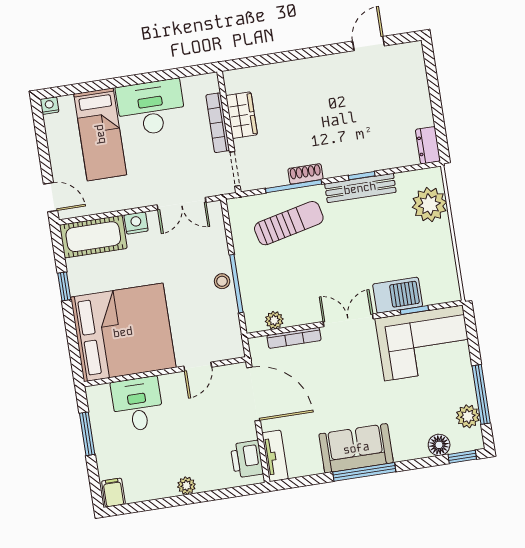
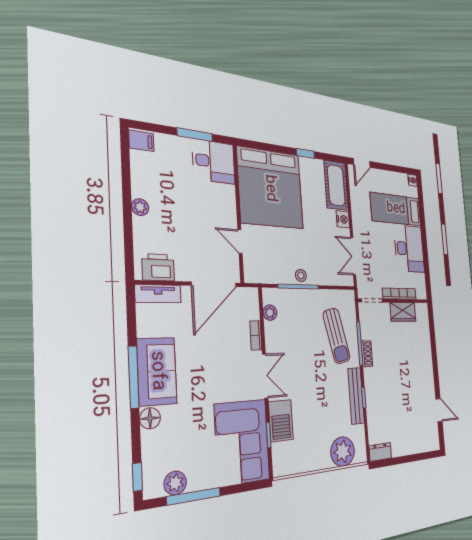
bookcase: (294, 338) -> (256, 335), width x0.64
desk: (137, 404) -> (214, 162), moved
floor lamp: (439, 445) -> (150, 418), moved

